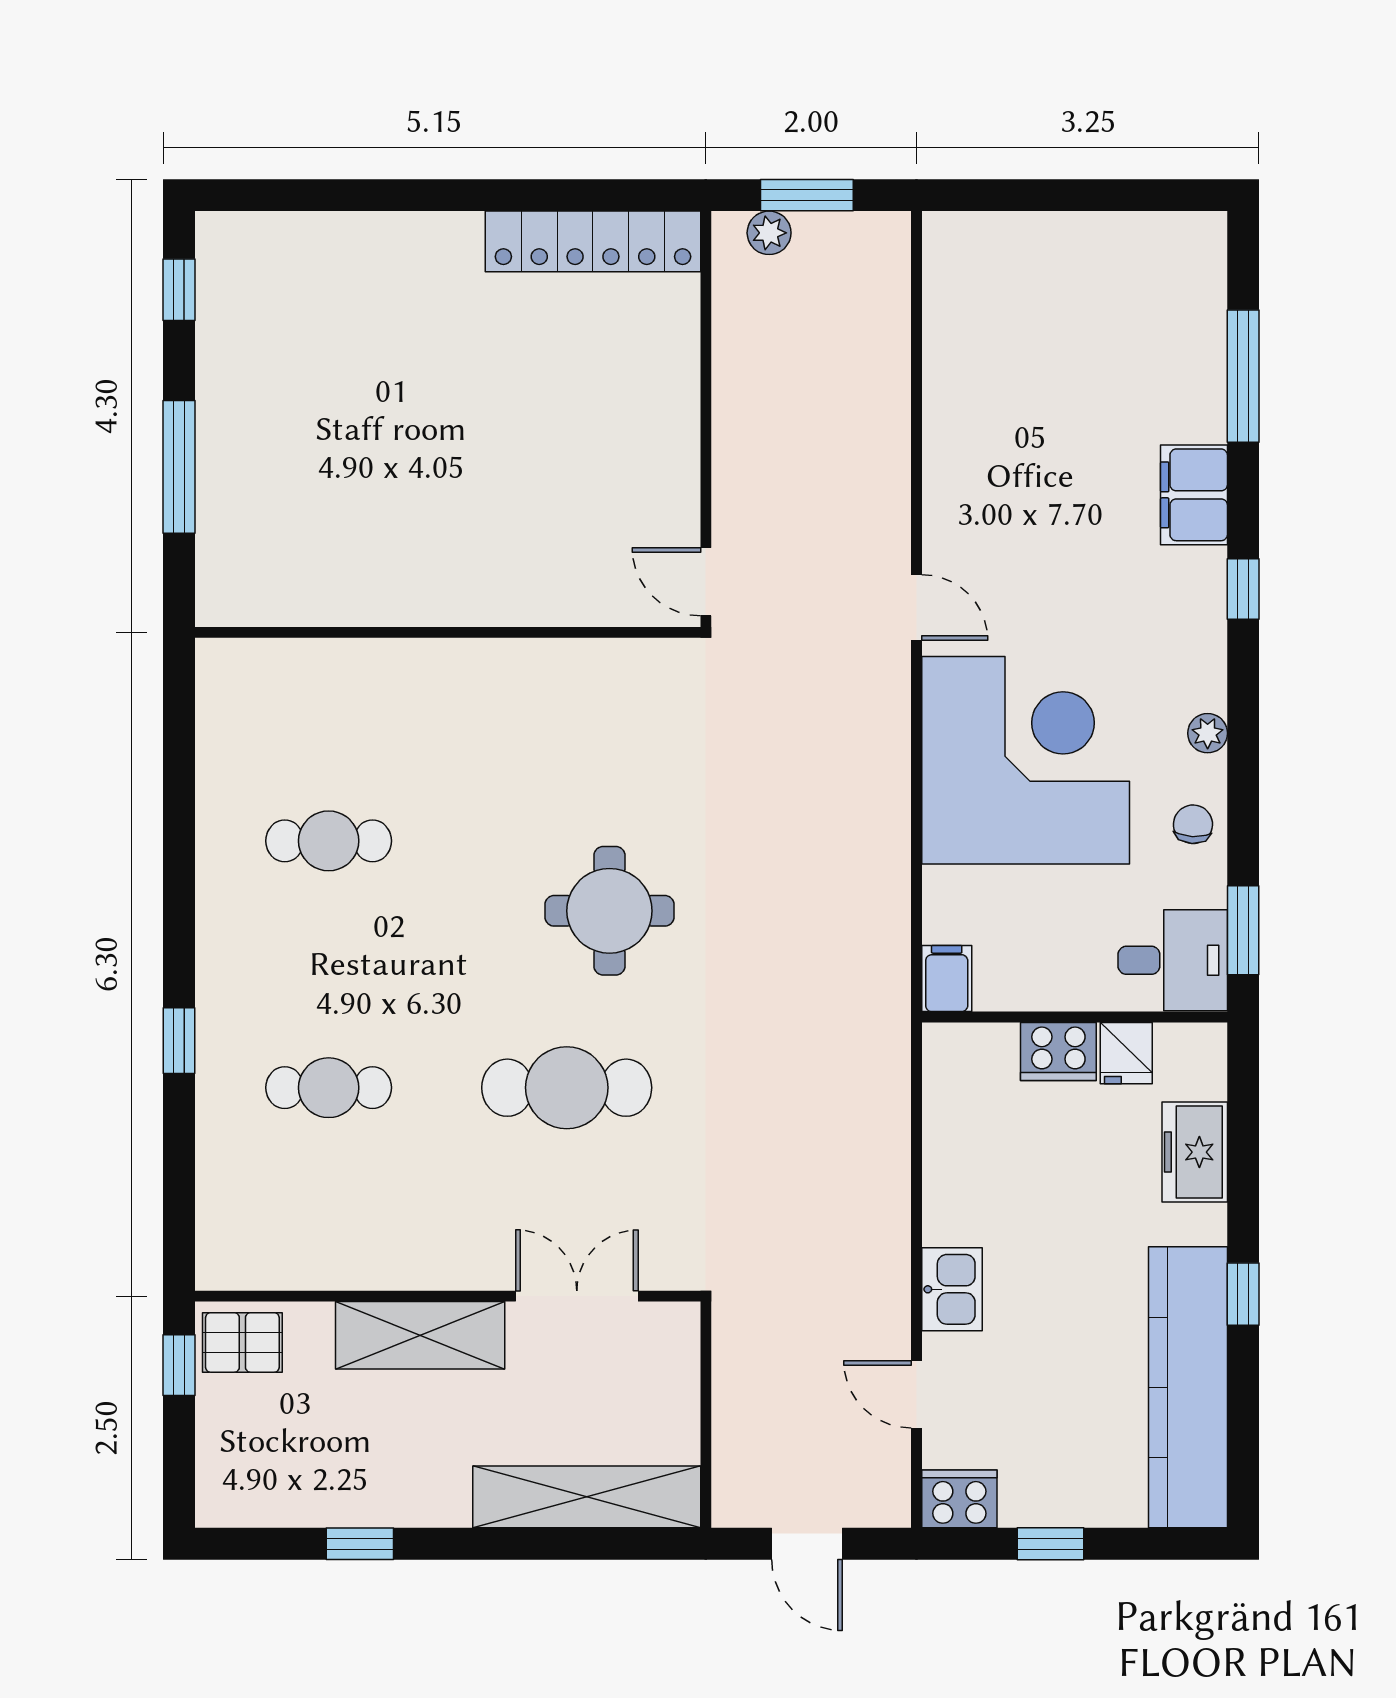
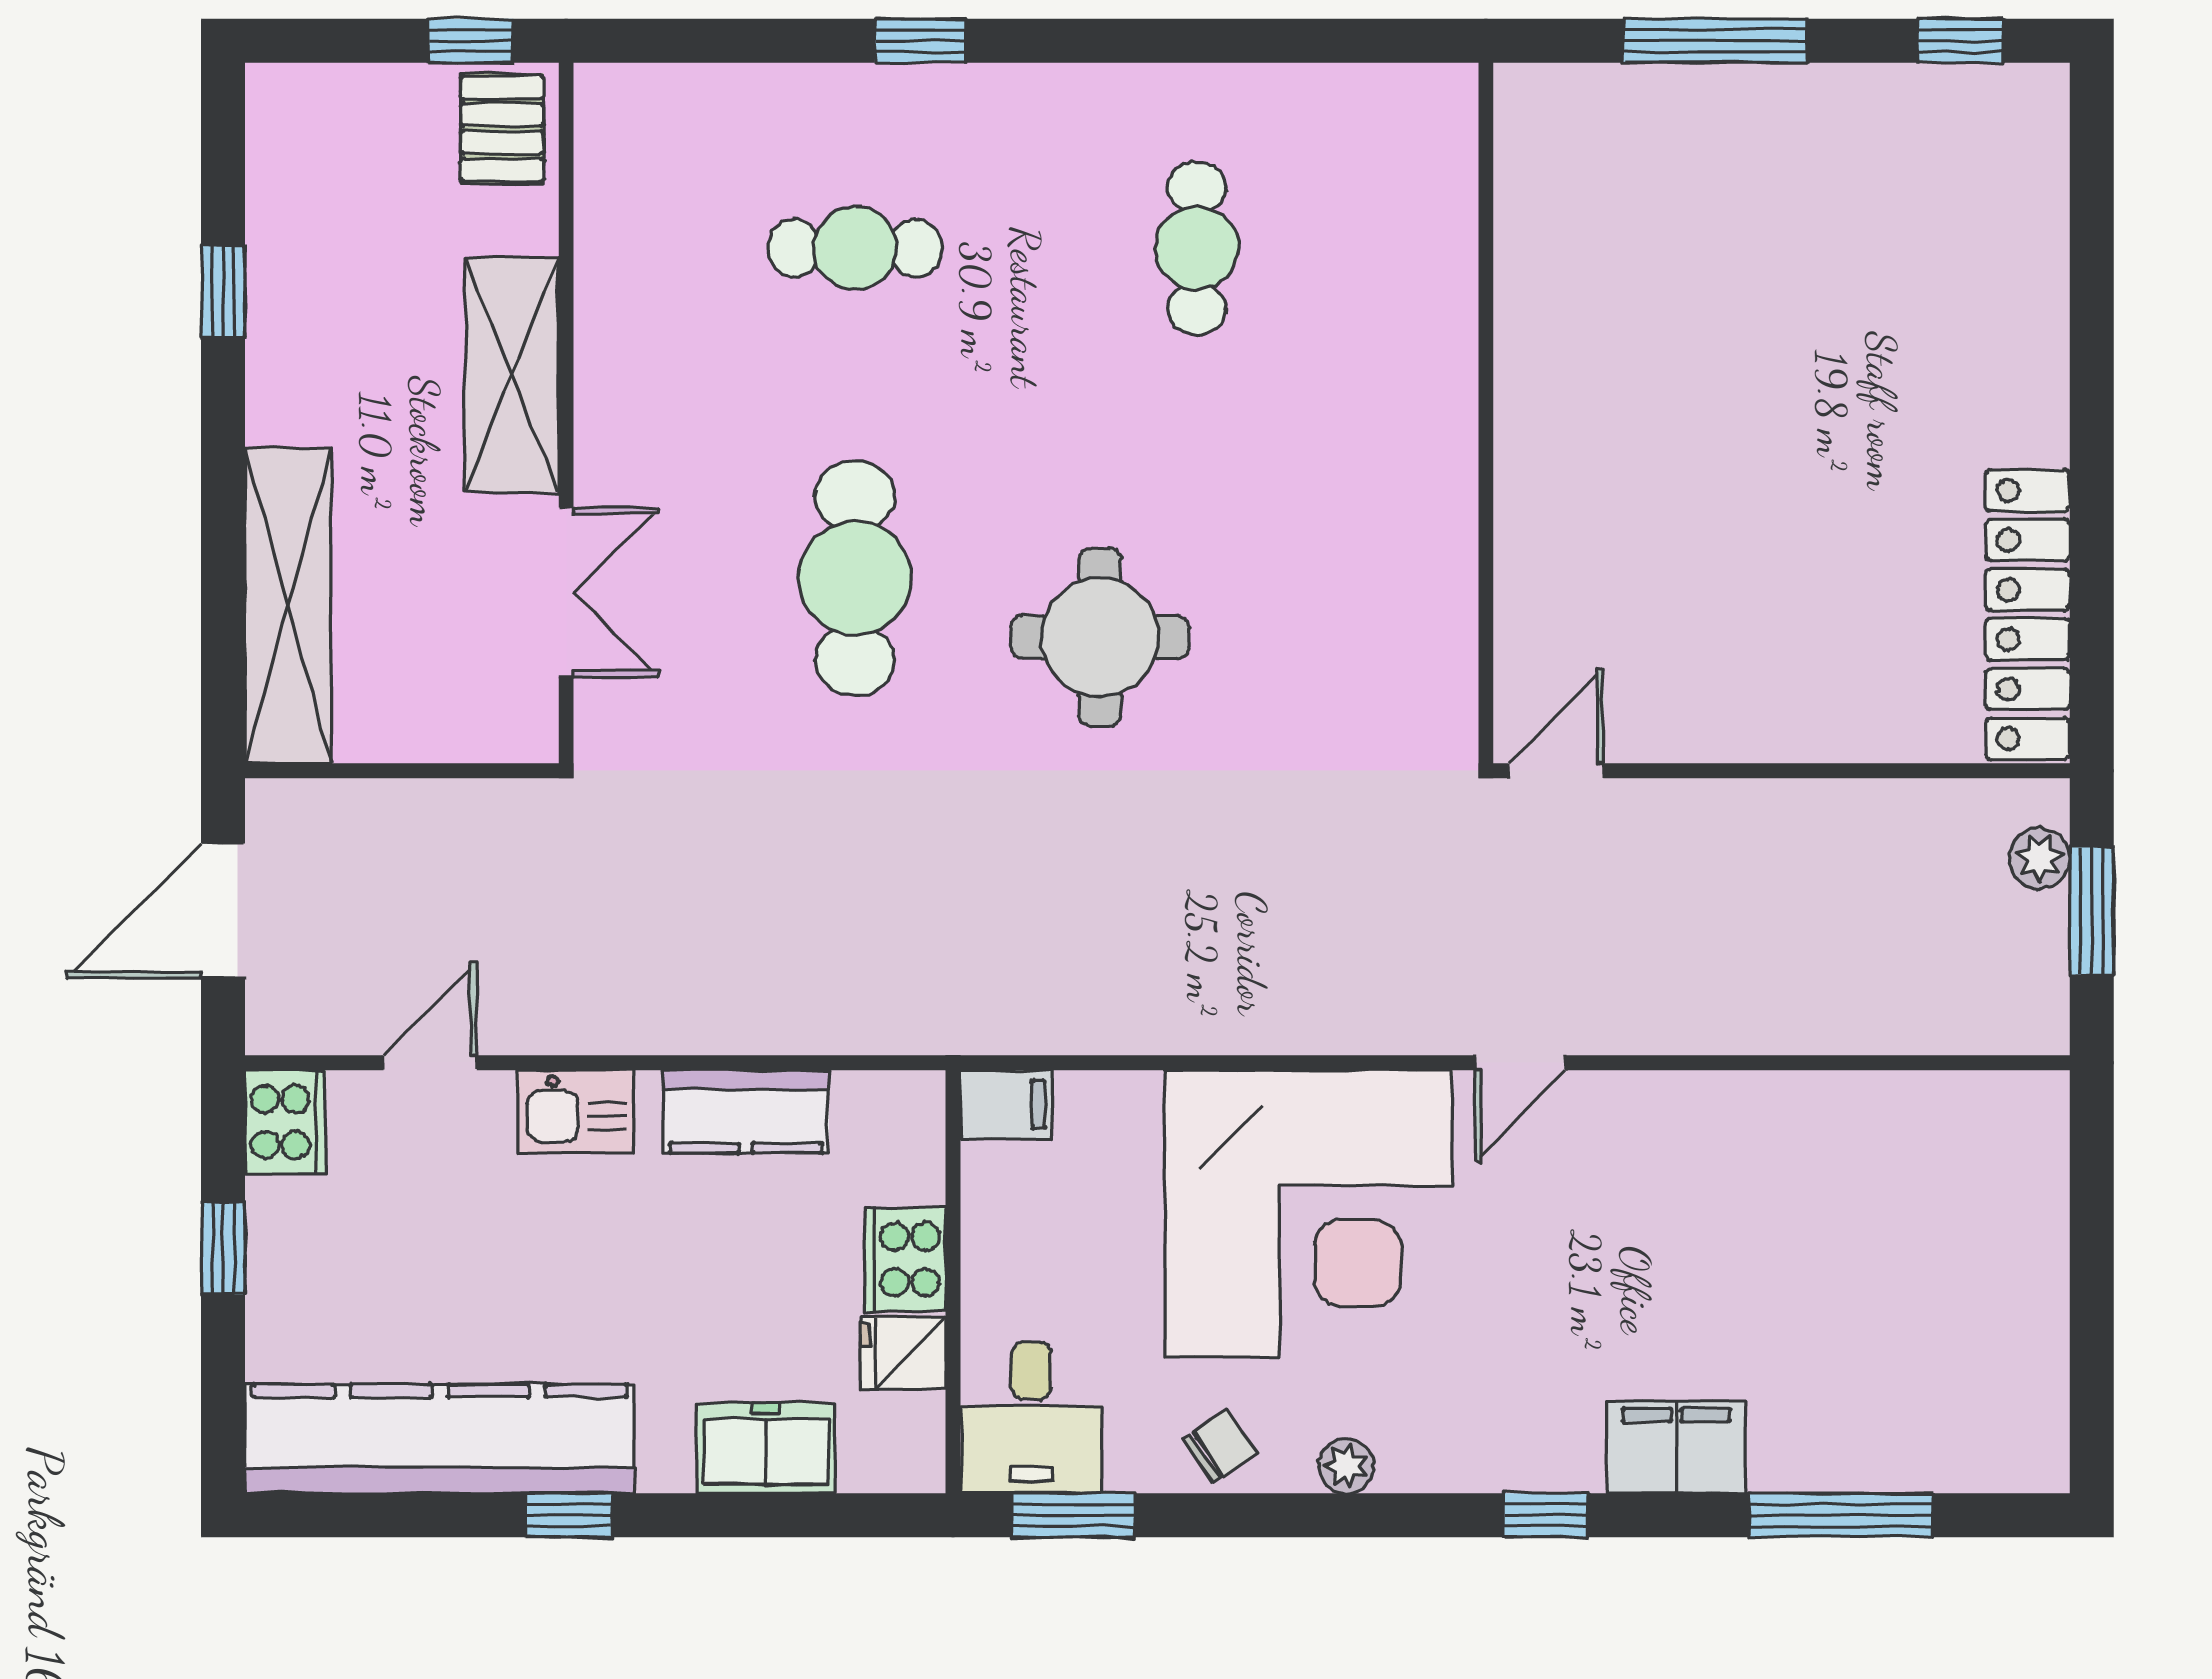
chair: (1193, 824) -> (1220, 1446), turned -37
cafe table: (329, 1088) -> (855, 248), turned 90
kitchen counter: (952, 1166) -> (746, 1112), added
door: (807, 1544) -> (223, 911), width x1.38

